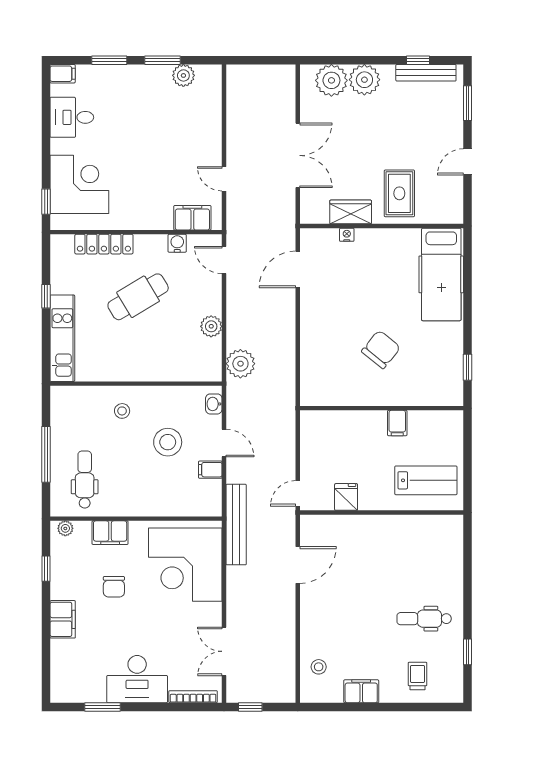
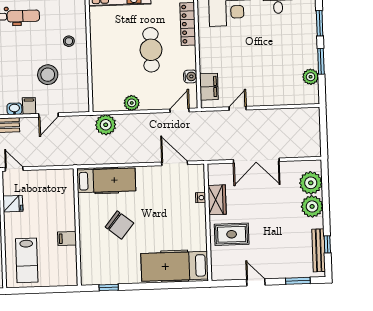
cafe table: (138, 297) -> (151, 50), turned 31
hospital bed: (318, 366) -> (106, 180), added
washbasin: (214, 404) -> (14, 109), moved

